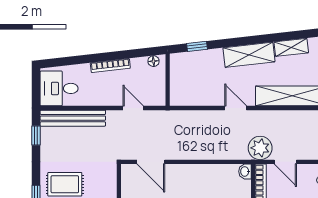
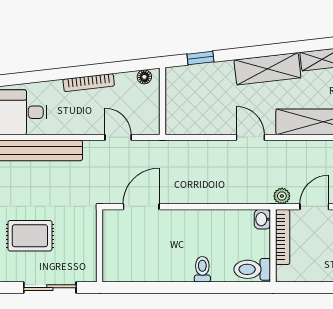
plant: (260, 148) -> (282, 196), width x0.53, depth x0.53
door: (151, 162) -> (141, 207), swing flipped
door: (285, 162) -> (314, 207), swing flipped

